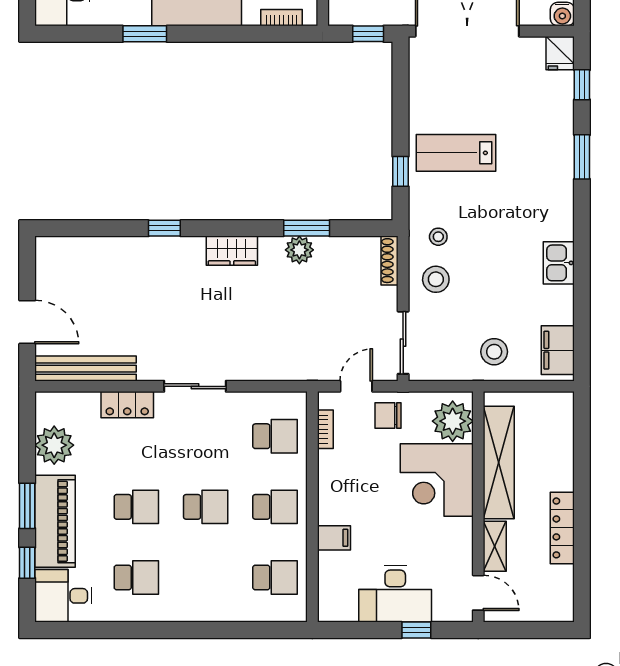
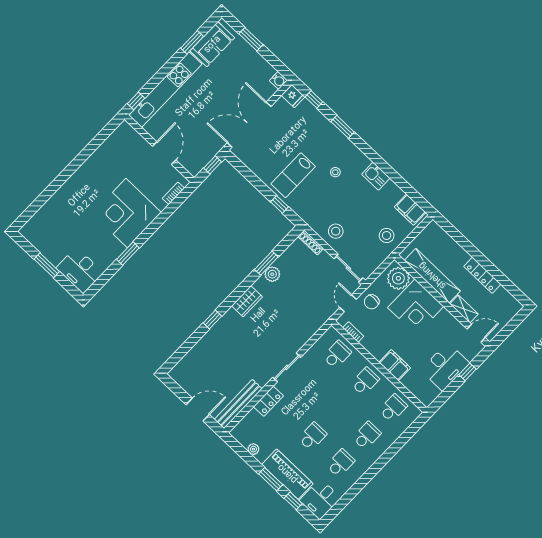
stool: (438, 237) -> (335, 172), moved
plant: (54, 445) -> (253, 449), width x0.53, depth x0.53
school desk: (206, 507) -> (367, 436), moved
filing cabinet: (334, 538) -> (395, 365), width x2.00

